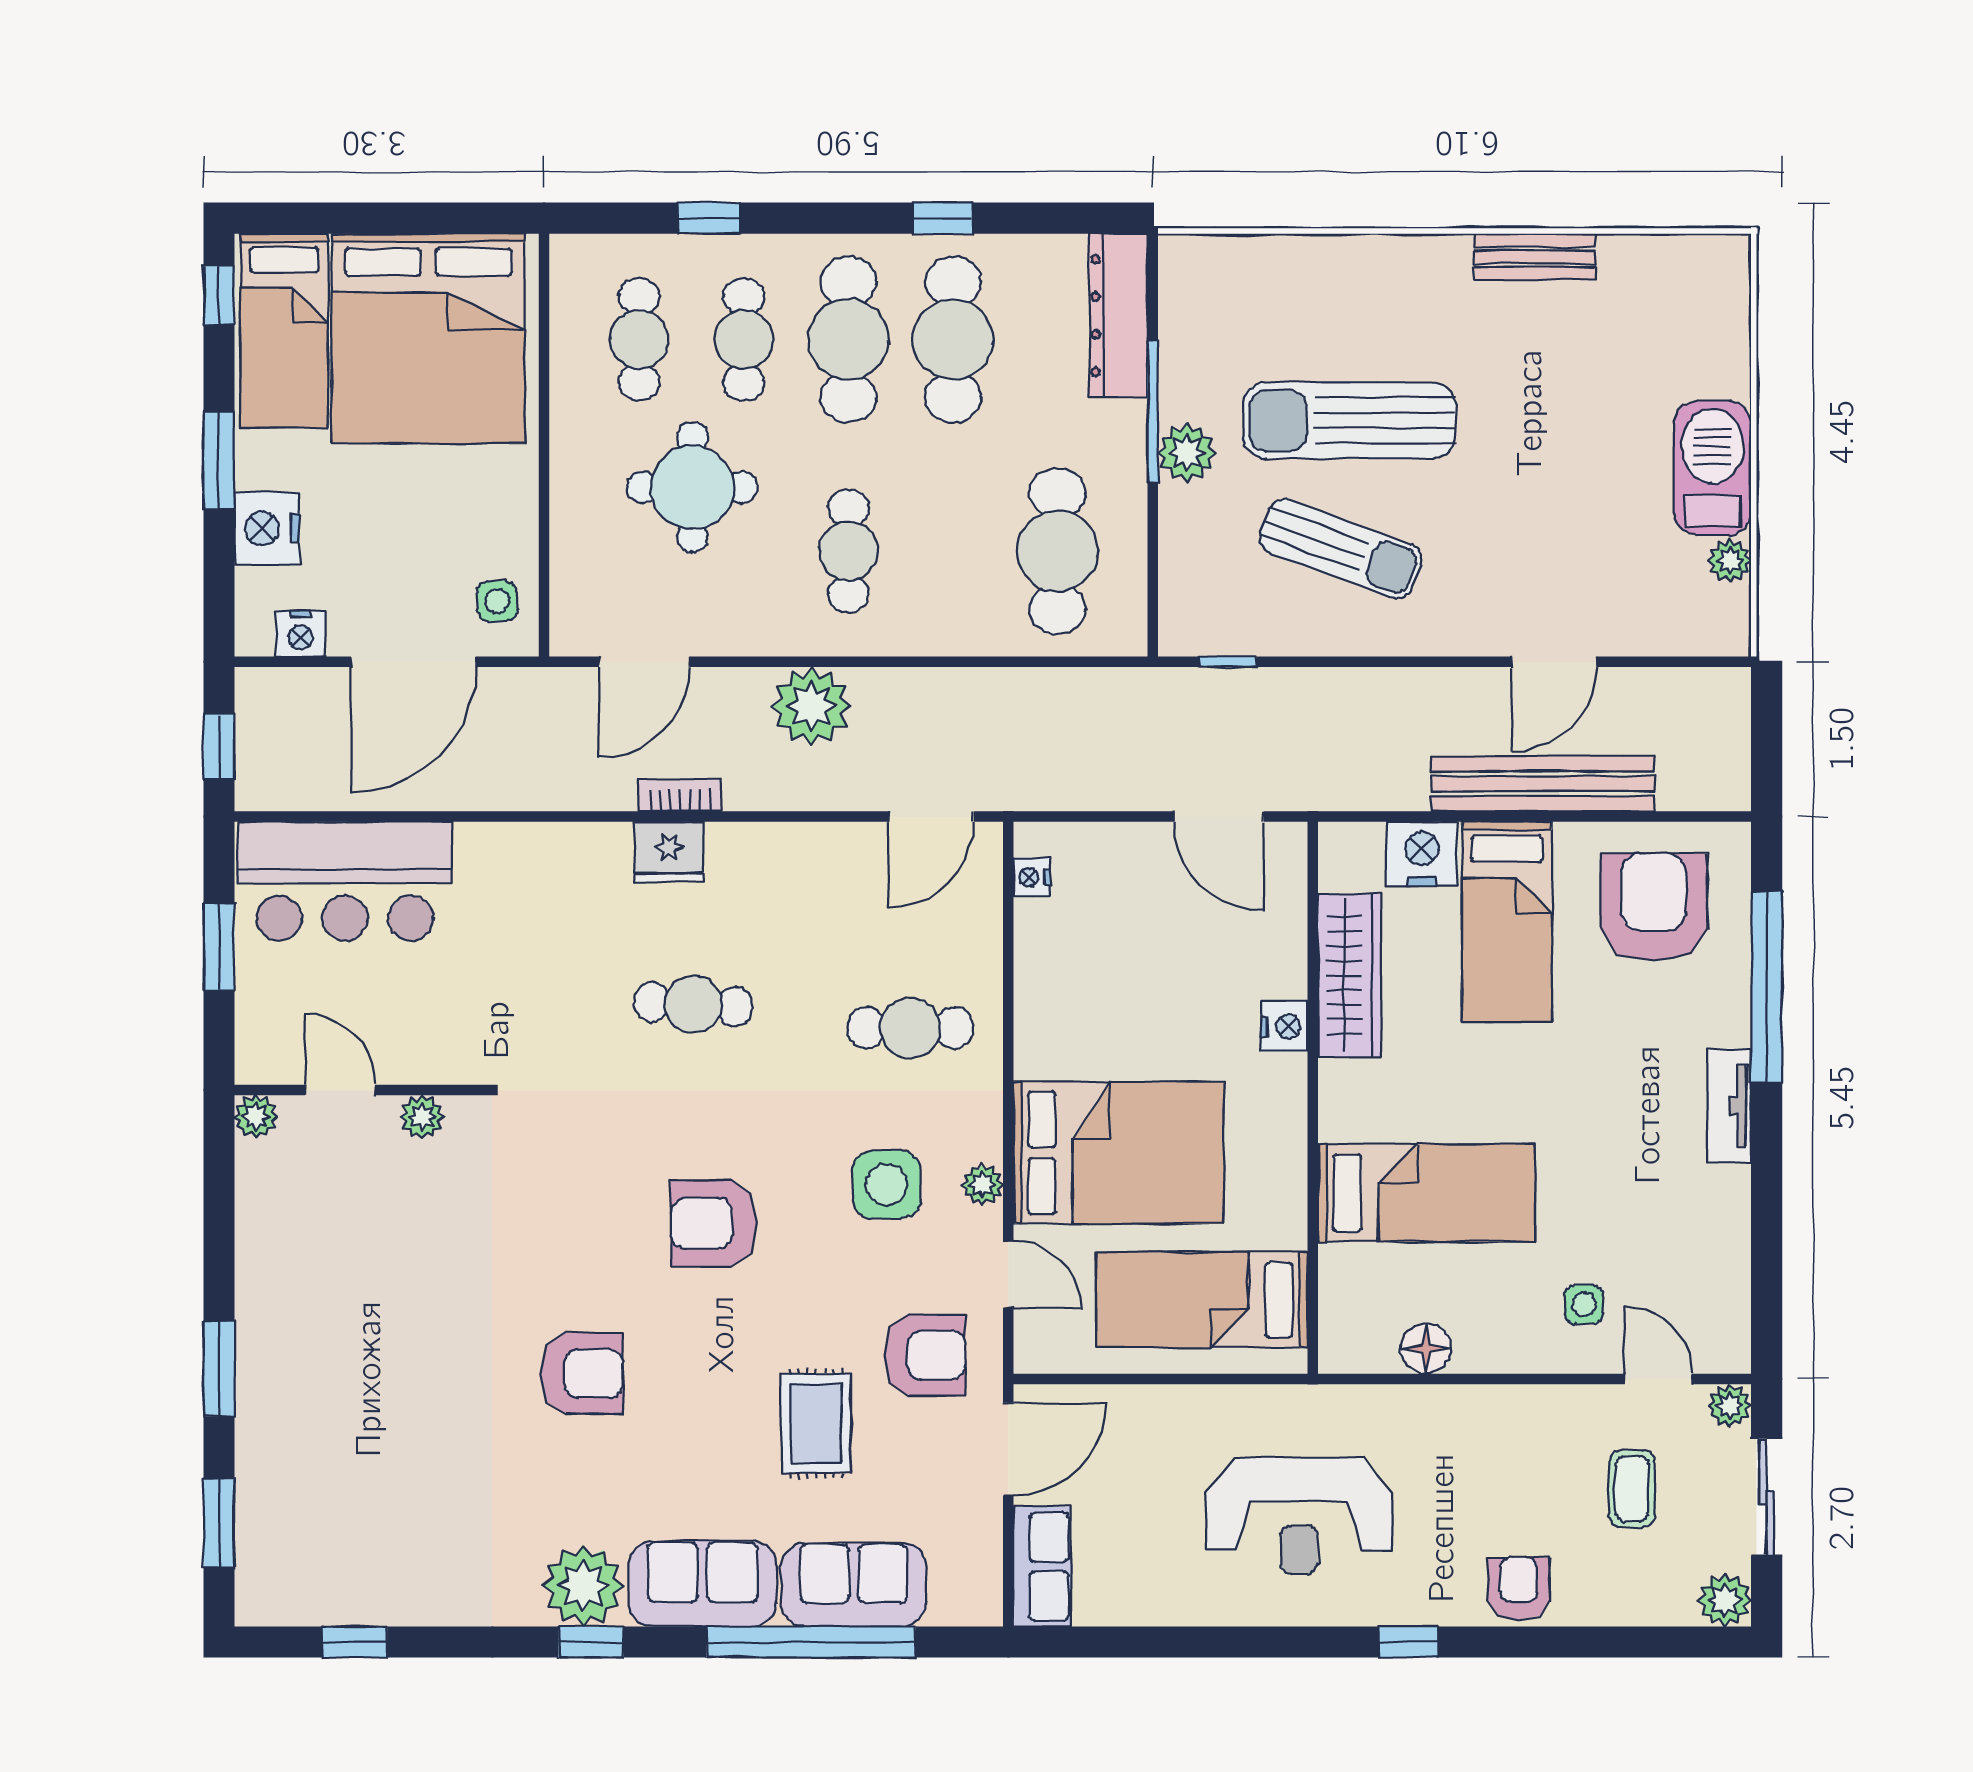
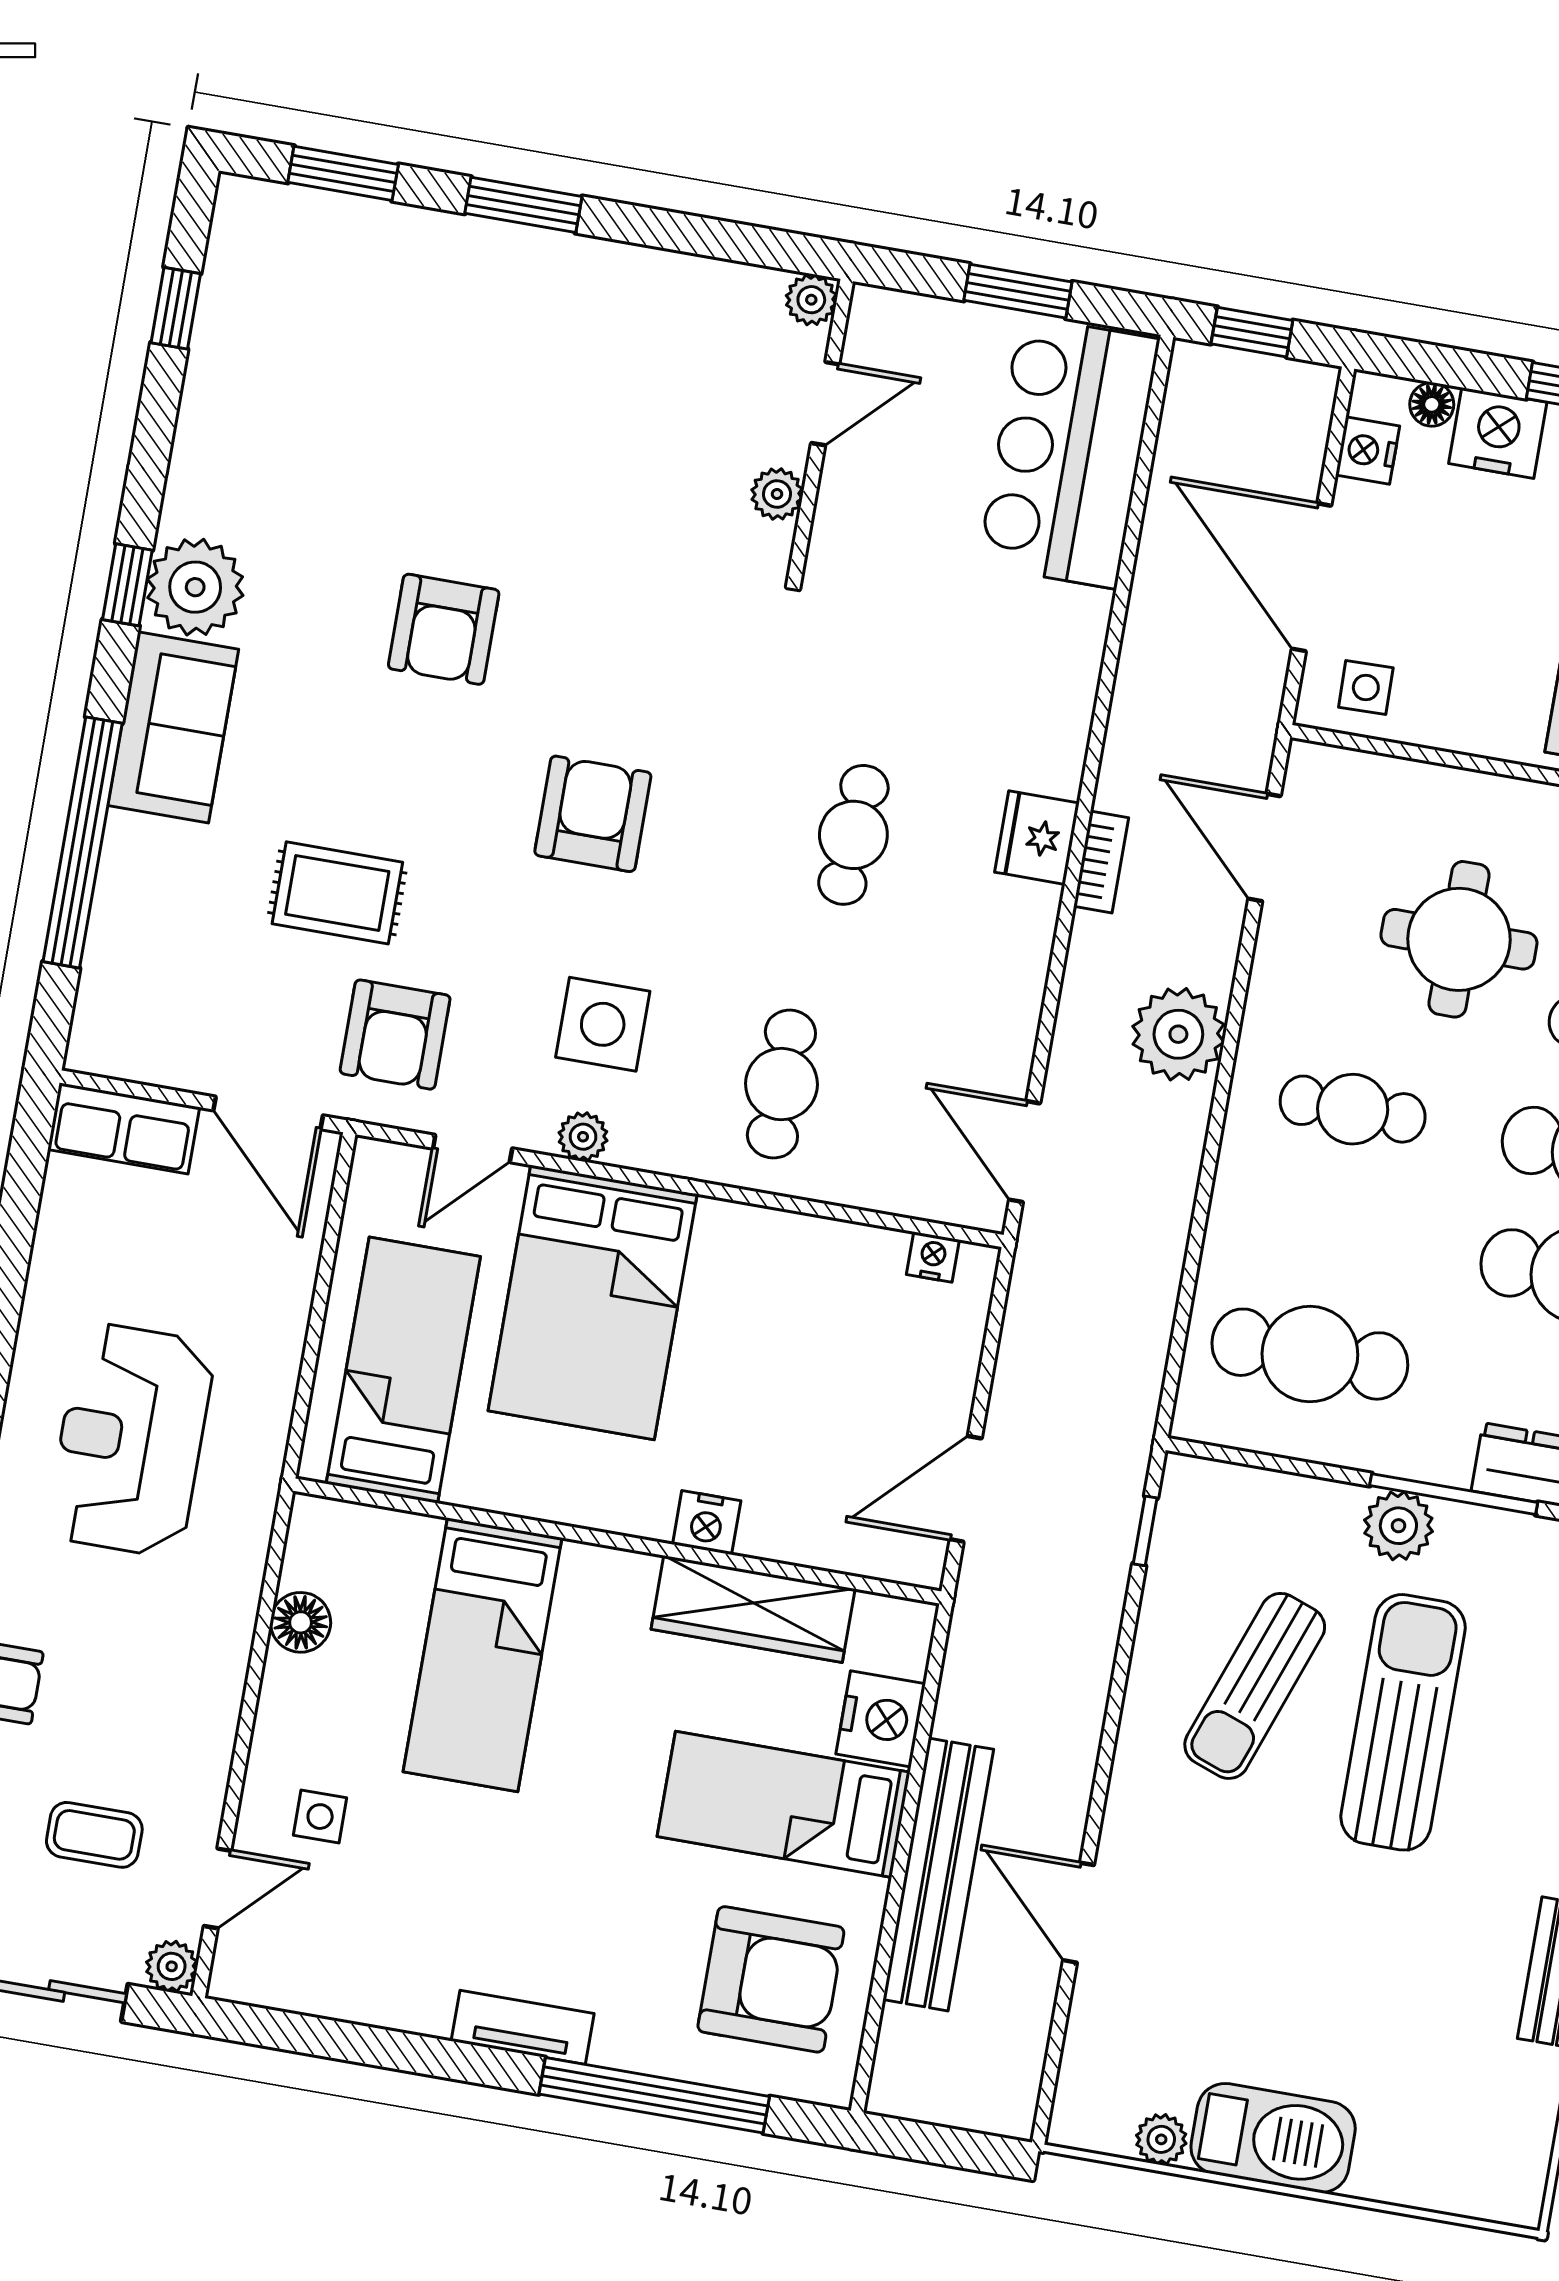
floor lamp: (253, 587) -> (1432, 404), added
sofa: (854, 1584) -> (141, 904), removed

